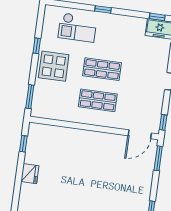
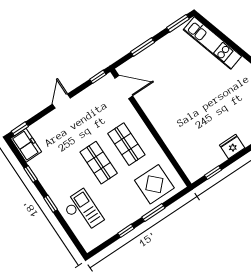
window: (157, 17) -> (31, 174), moved
display table: (54, 66) -> (154, 184), moved
window: (30, 97) -> (153, 212), moved
window: (158, 158) -> (143, 47), moved

